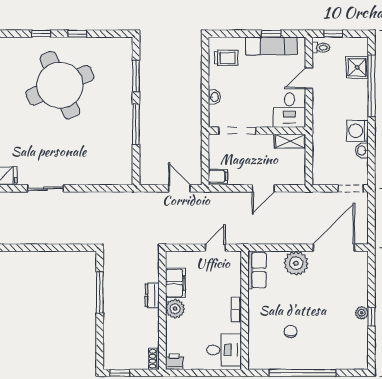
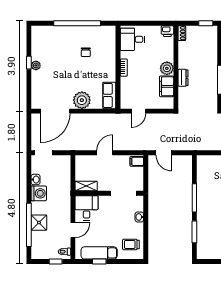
shower: (357, 67) -> (39, 223), moved

